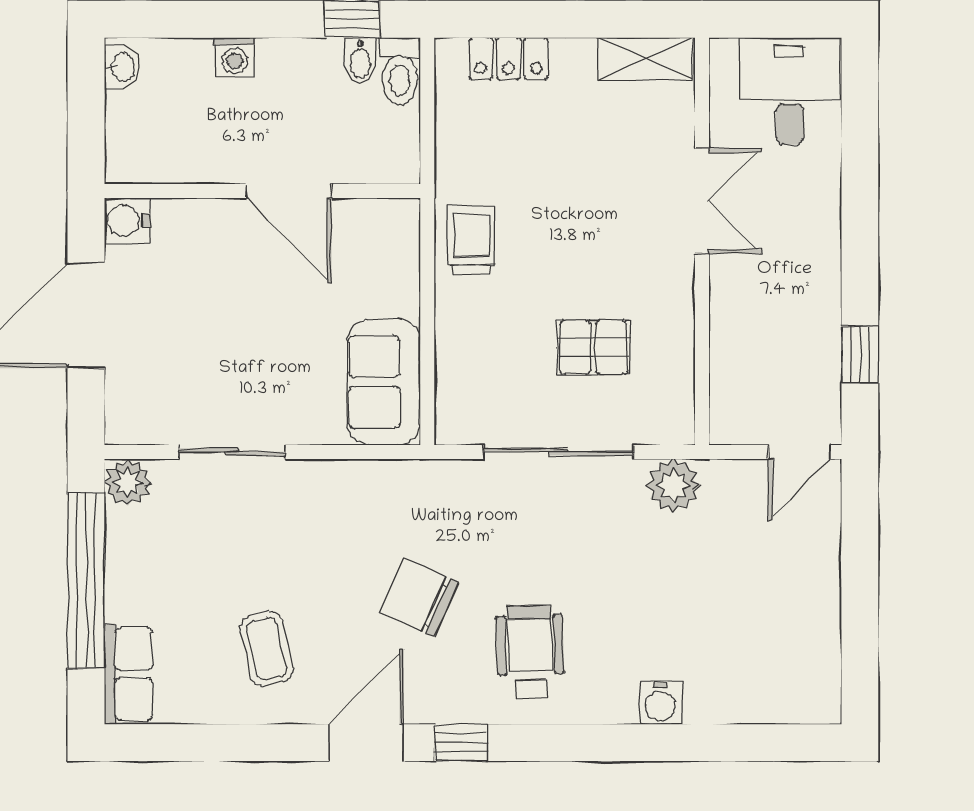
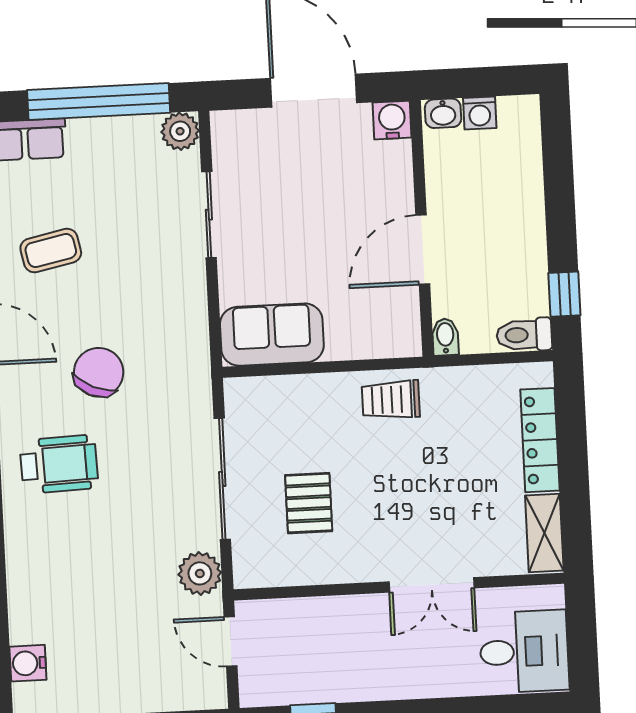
washing machine: (235, 57) -> (480, 113), moved, turned -90
locker: (508, 59) -> (540, 440), width x1.53
bidet: (360, 60) -> (445, 337), moved, turned 90
washbasin: (122, 67) -> (443, 113), moved
trolley: (471, 240) -> (391, 400), turned 180
door: (799, 452) -> (231, 641), moved
water cooler: (660, 703) -> (28, 663), moved

